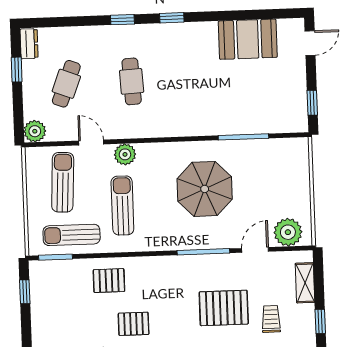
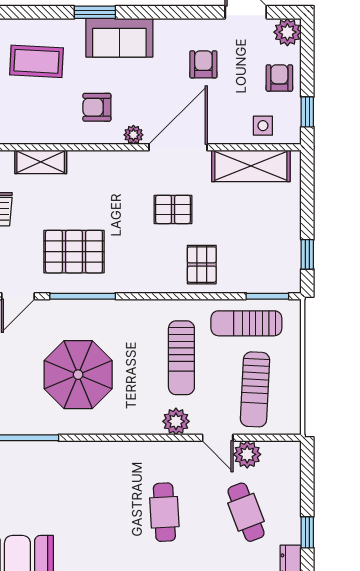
cafe table: (66, 84) -> (246, 512), turned -42
plant: (35, 131) -> (247, 454), moved
sun lounger: (72, 235) -> (246, 323), turned 180
pallet: (109, 281) -> (202, 265), turned 90
pallet: (224, 308) -> (74, 252), moved

